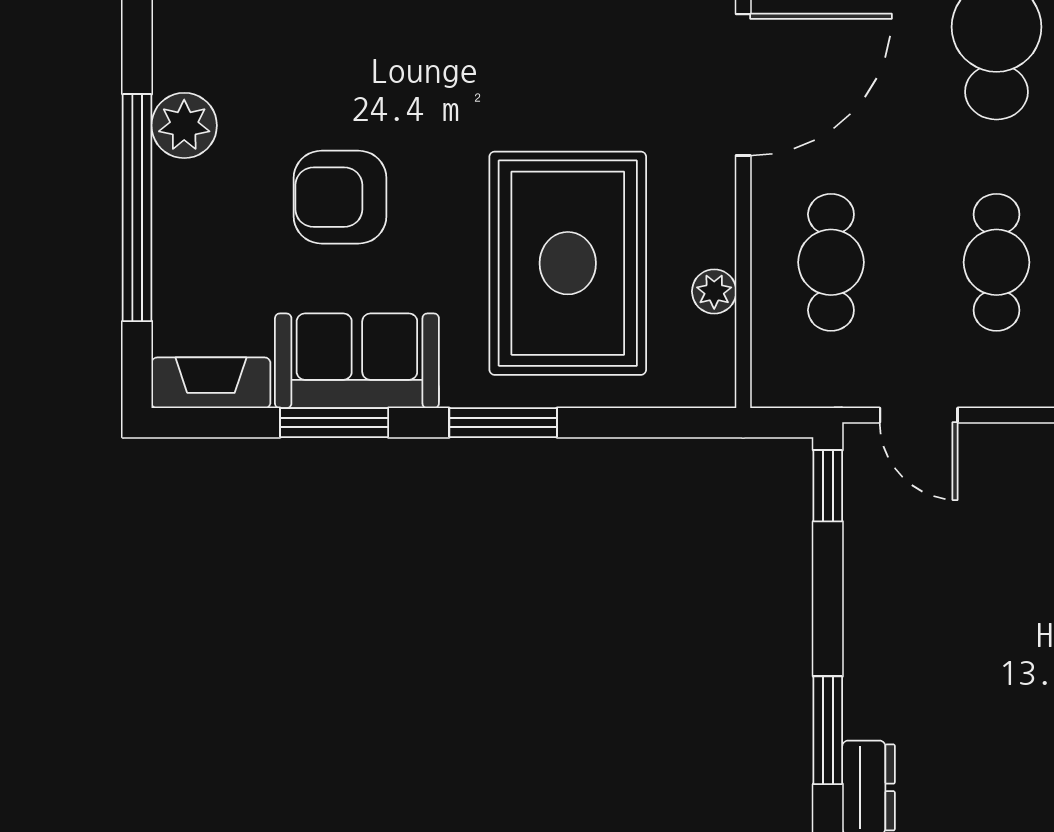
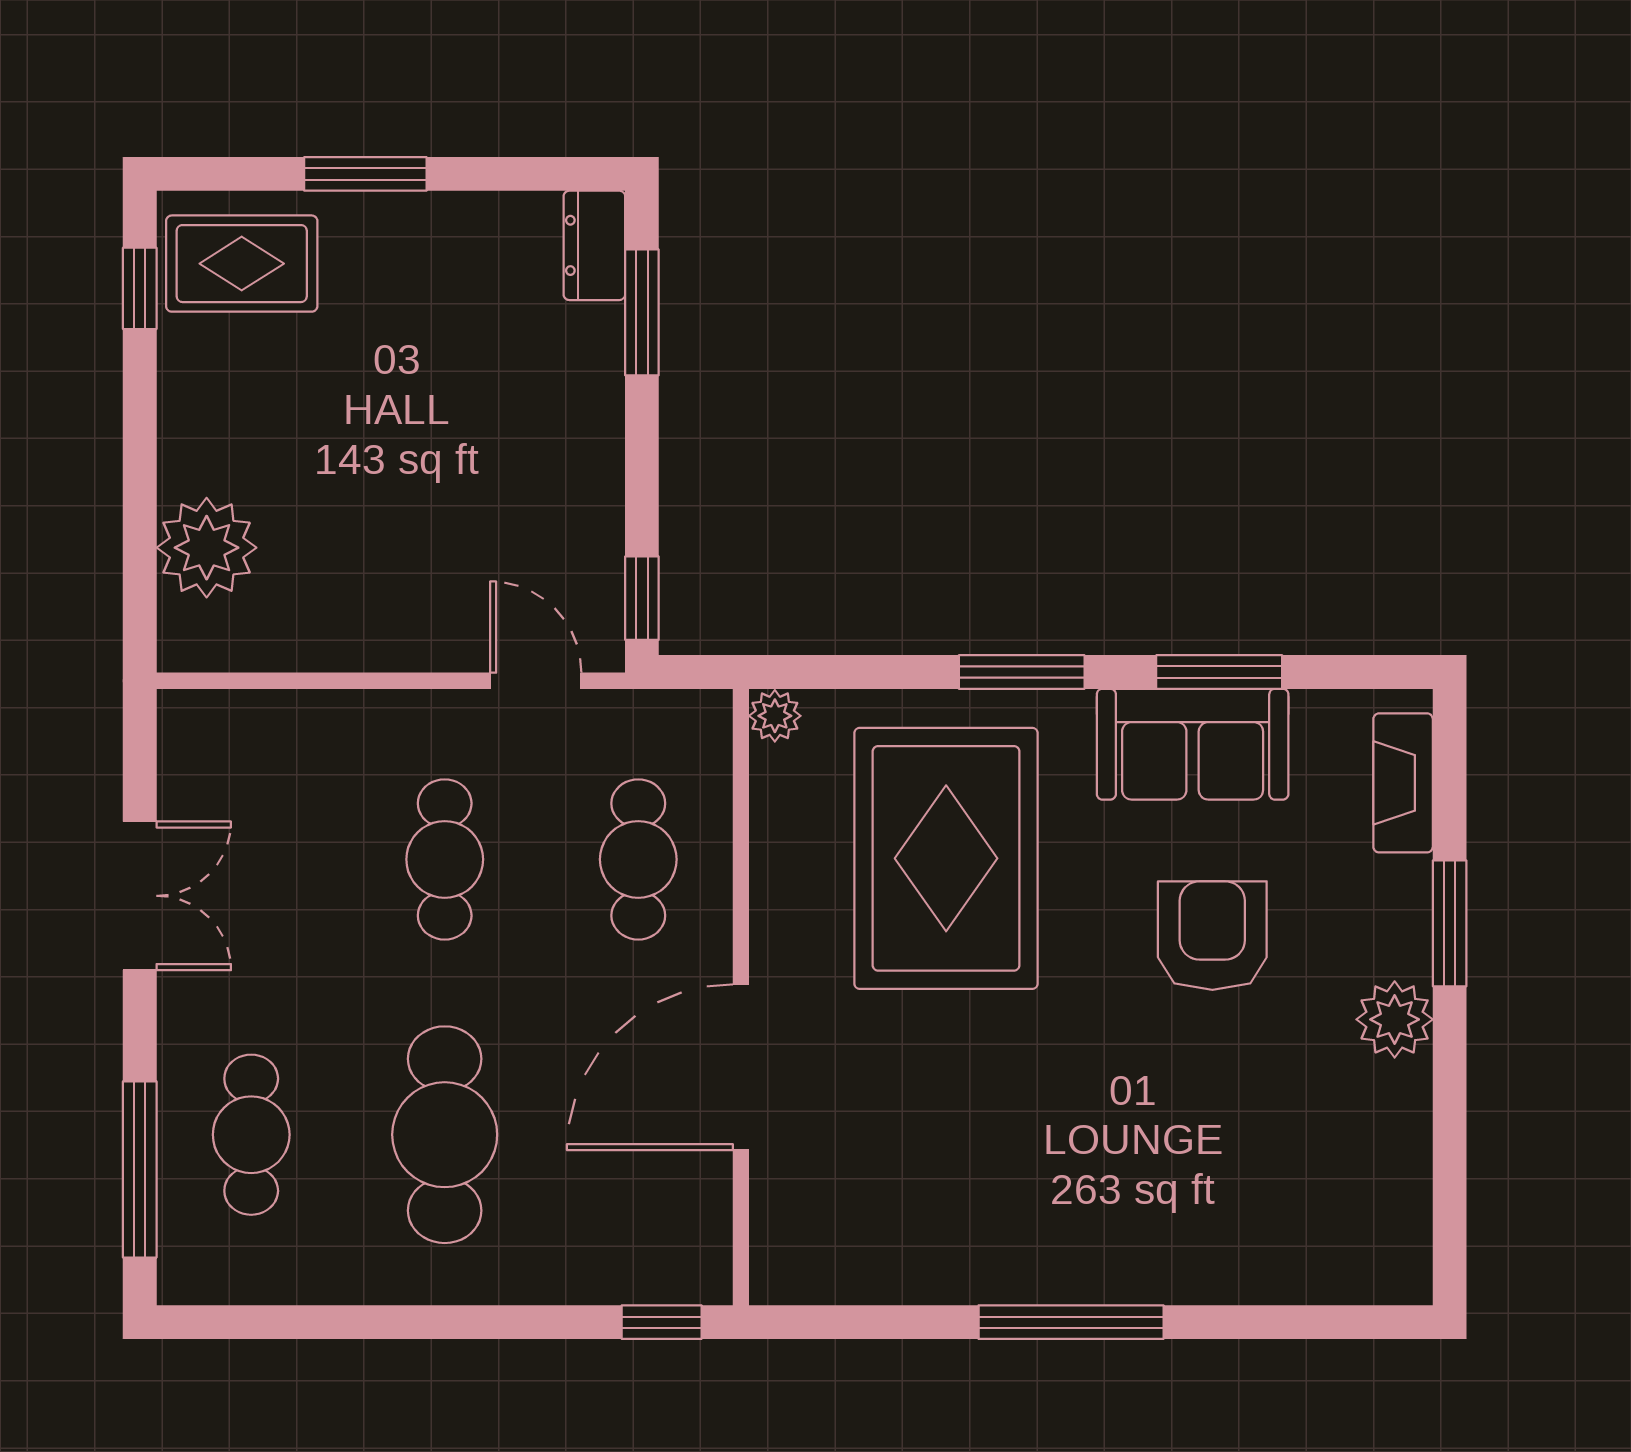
armchair: (340, 197) -> (1212, 936), turned -90
window: (137, 208) -> (1450, 923), width x0.47
plant: (714, 291) -> (775, 716), moved
fireplace: (211, 383) -> (1403, 783), moved, turned 90

